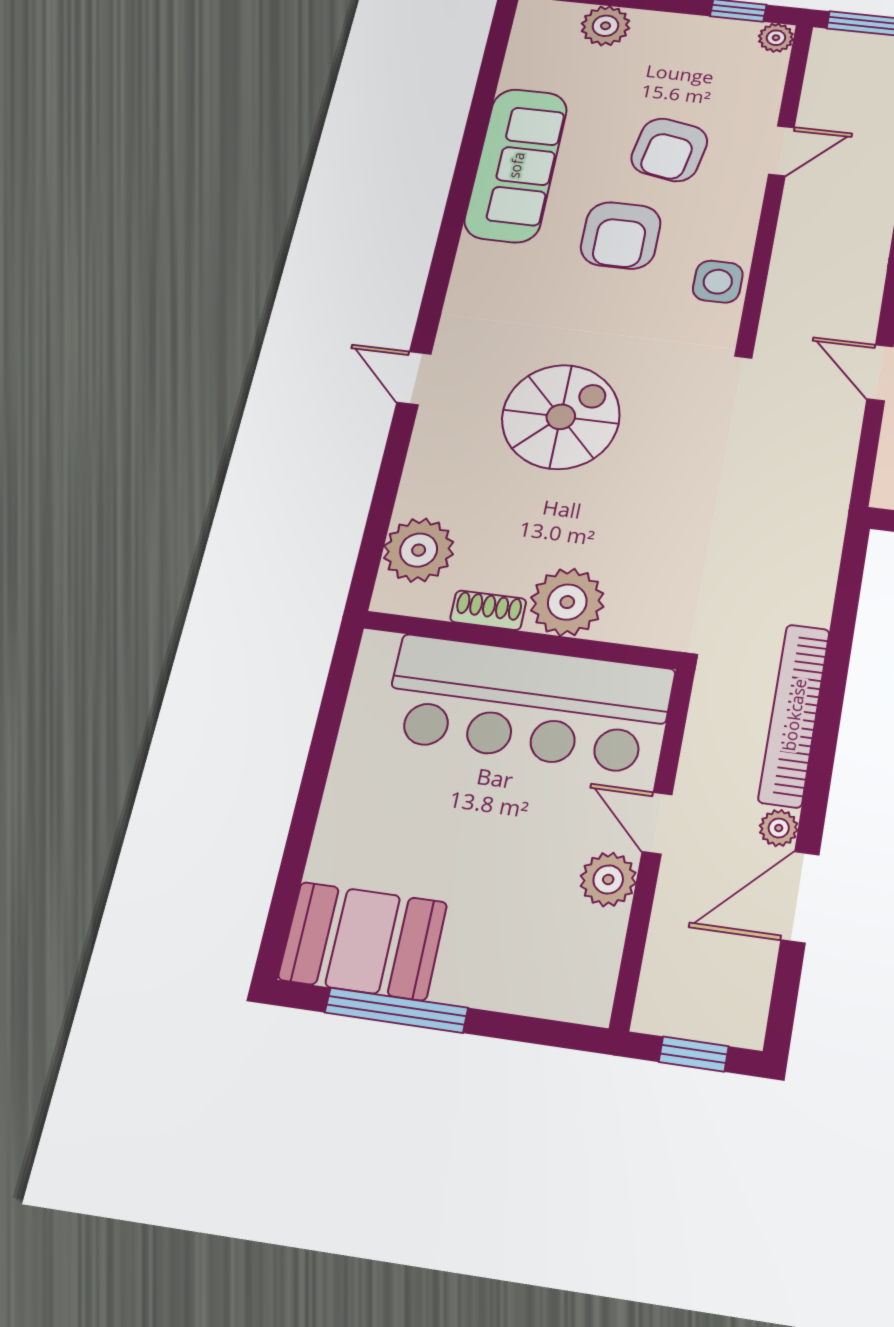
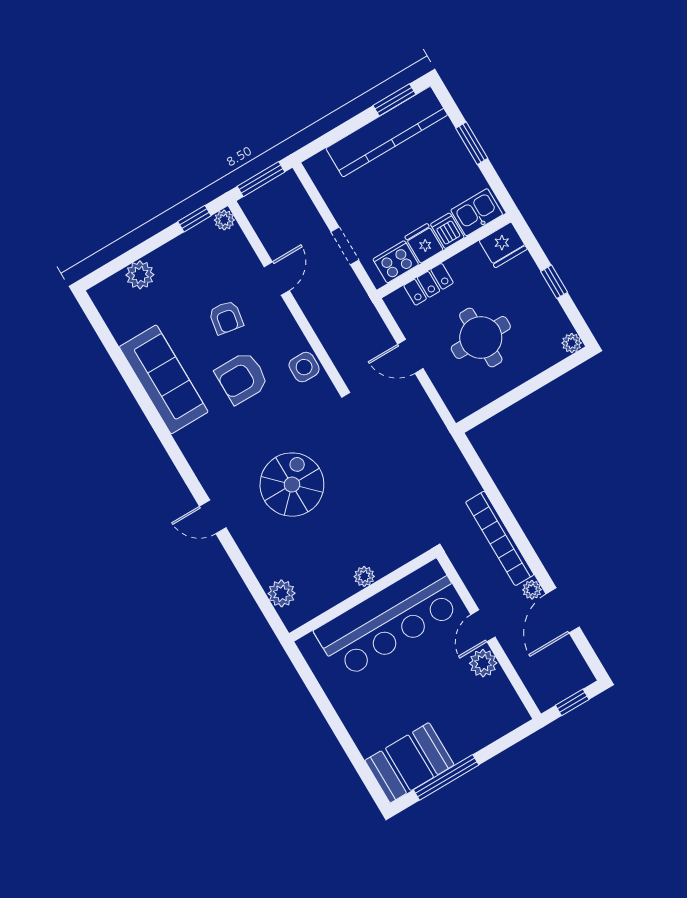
armchair: (669, 150) -> (226, 318), width x0.72, depth x0.72
armchair: (621, 235) -> (242, 378), turned 90
plant: (419, 550) -> (282, 593), width x0.73, depth x0.73
plant: (567, 602) -> (364, 576), width x0.53, depth x0.53
shoe rack: (488, 610) -> (338, 593), removed
door: (657, 823) -> (483, 626), hinge flipped

